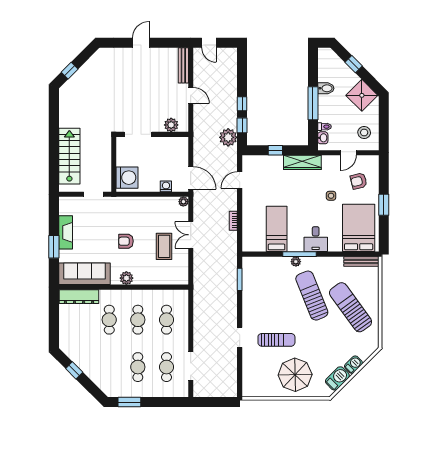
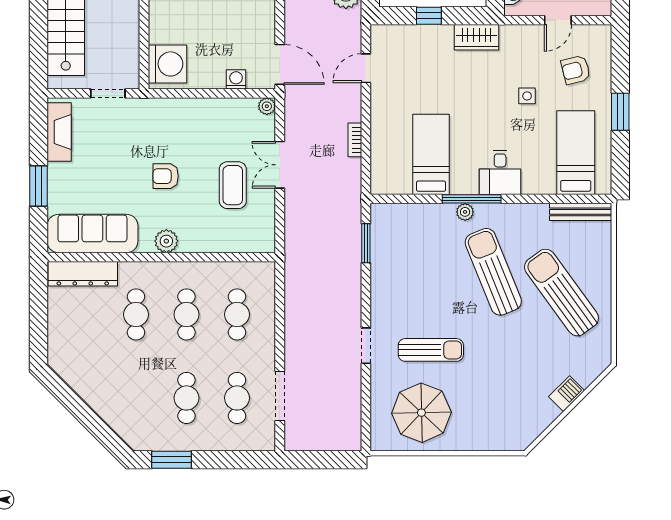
wardrobe: (302, 162) -> (476, 37), width x0.67
bed: (359, 228) -> (576, 153), width x0.67
fireplace: (66, 232) -> (59, 132), moved
window: (74, 370) -> (74, 404), removed
parasol: (295, 375) -> (421, 413), moved
barbecue: (337, 378) -> (538, 418), removed

